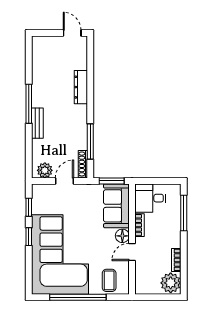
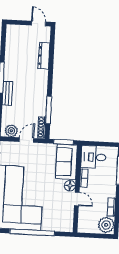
dresser: (81, 87) -> (44, 56), moved
door: (132, 252) -> (77, 199), swing flipped
coffee table: (109, 280) -> (58, 220), removed

